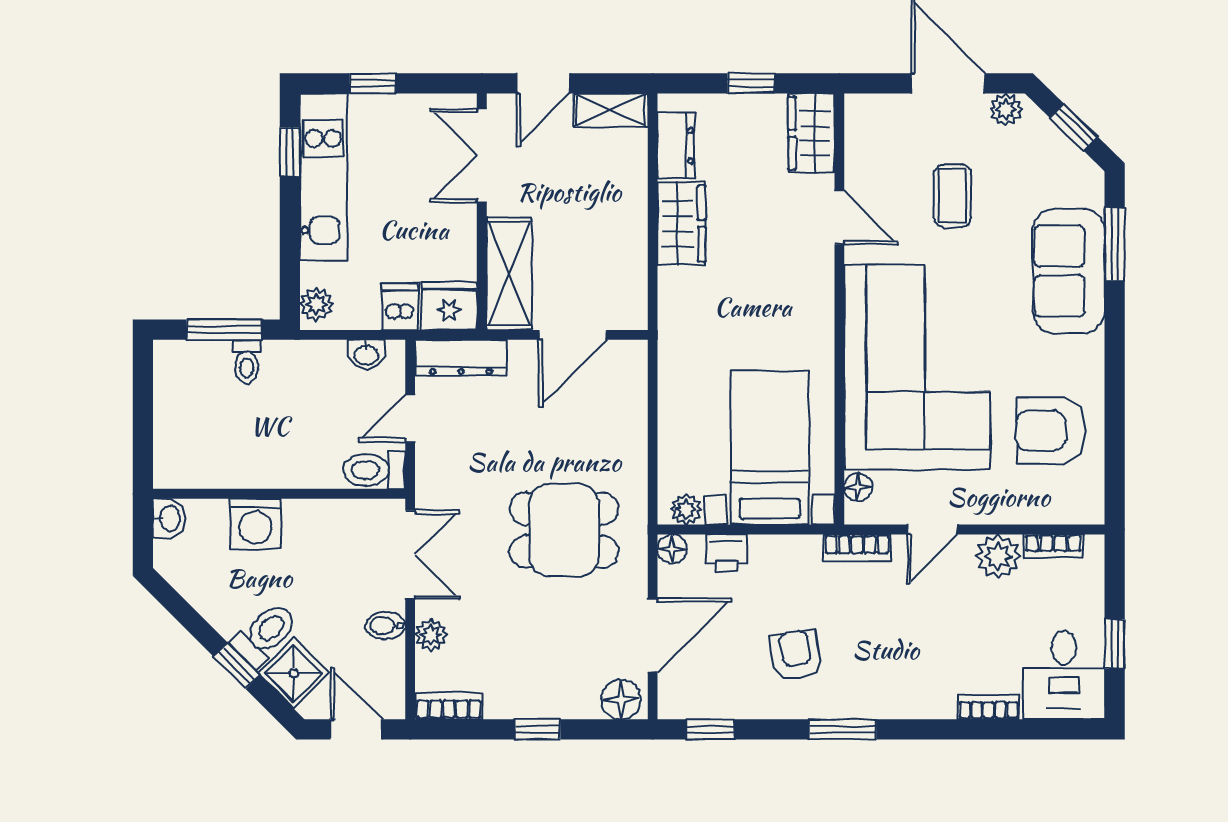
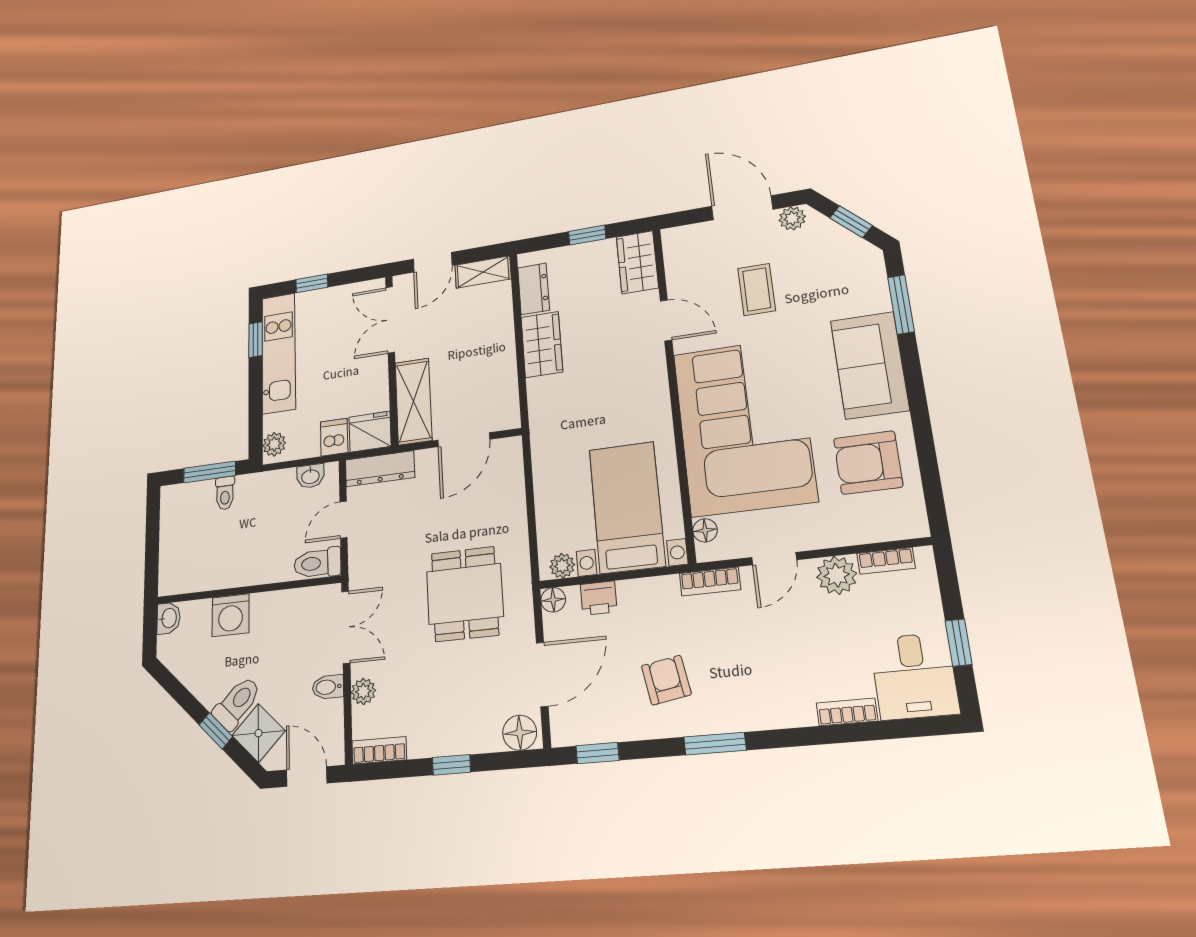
sofa: (1069, 271) -> (870, 365), moved
dining table: (564, 530) -> (465, 594), turned 90

